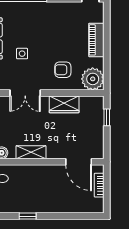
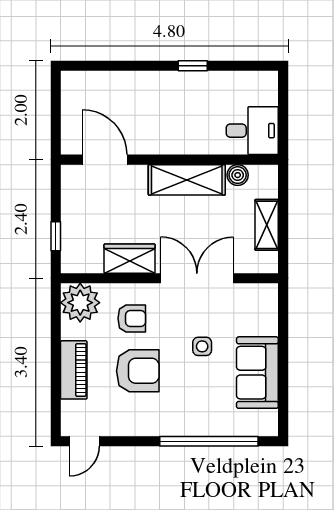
armchair: (59, 39) -> (138, 371), added
double door: (25, 93) -> (197, 278), width x1.37
shelving: (31, 152) -> (187, 180), width x1.50, depth x1.33
bookcase: (99, 185) -> (69, 119), removed

